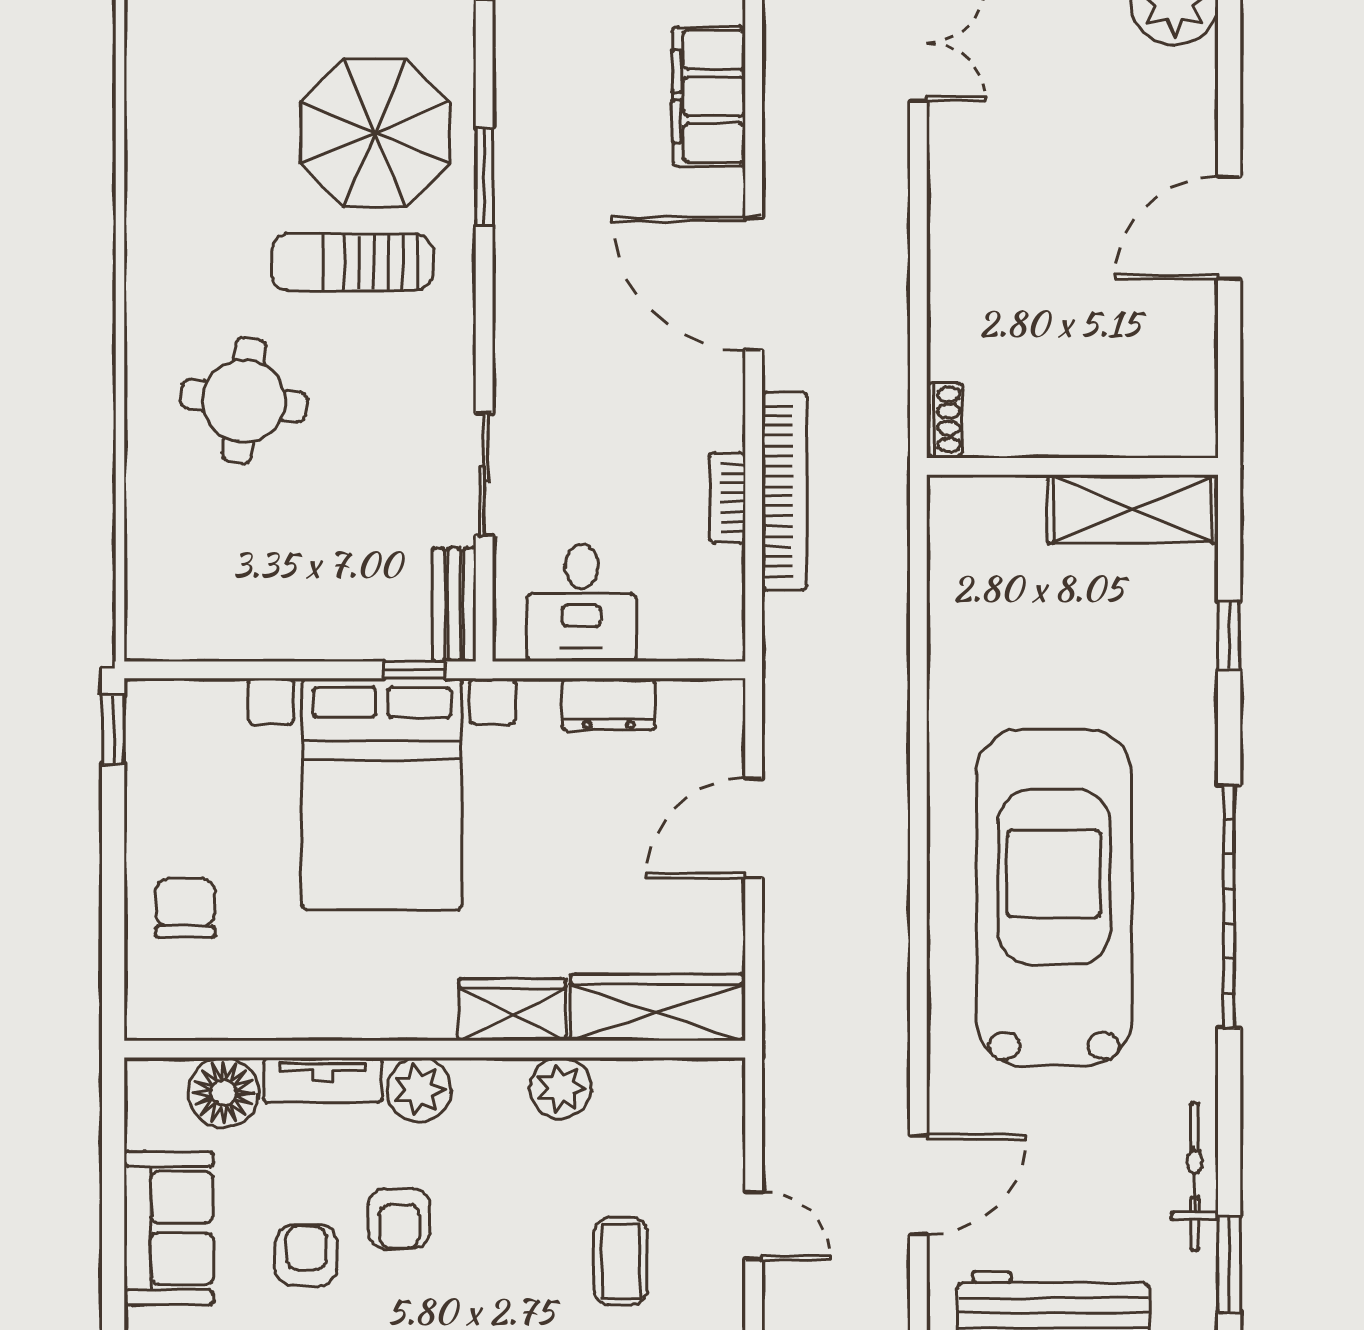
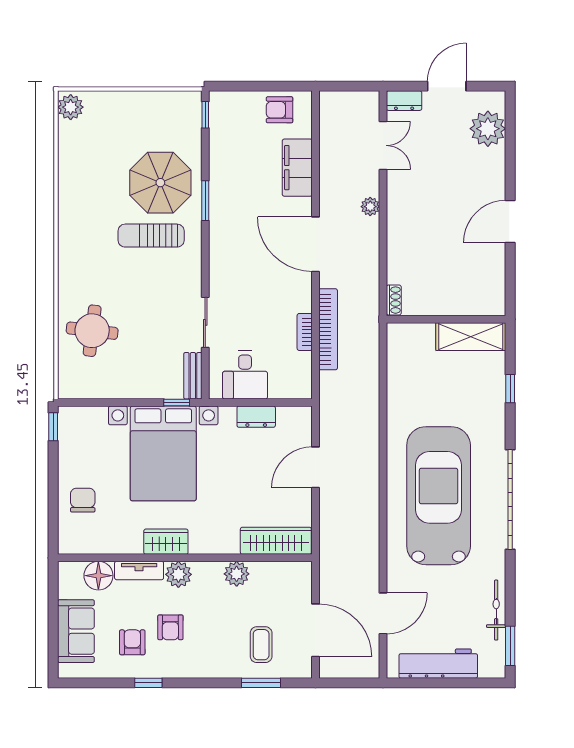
plant: (887, 191) -> (370, 207), added
round table: (244, 401) -> (92, 331), moved
wardrobe: (512, 1010) -> (166, 542), moved
door: (754, 1226) -> (316, 630), width x1.87

